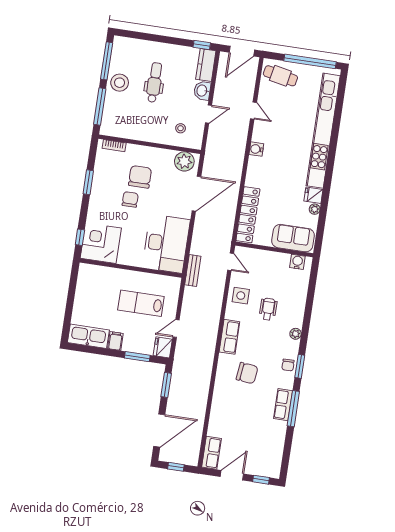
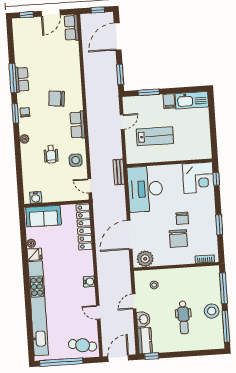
fridge: (163, 347) -> (130, 104), removed

